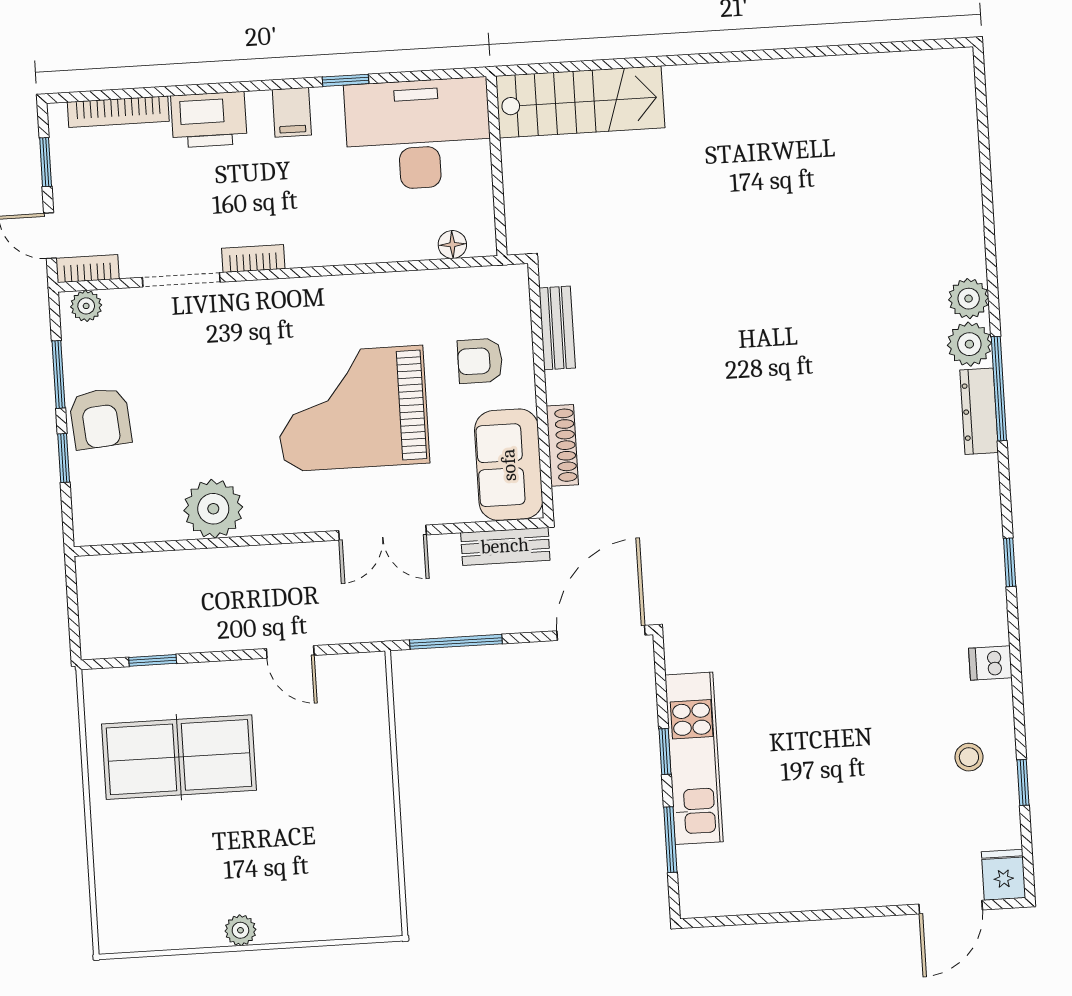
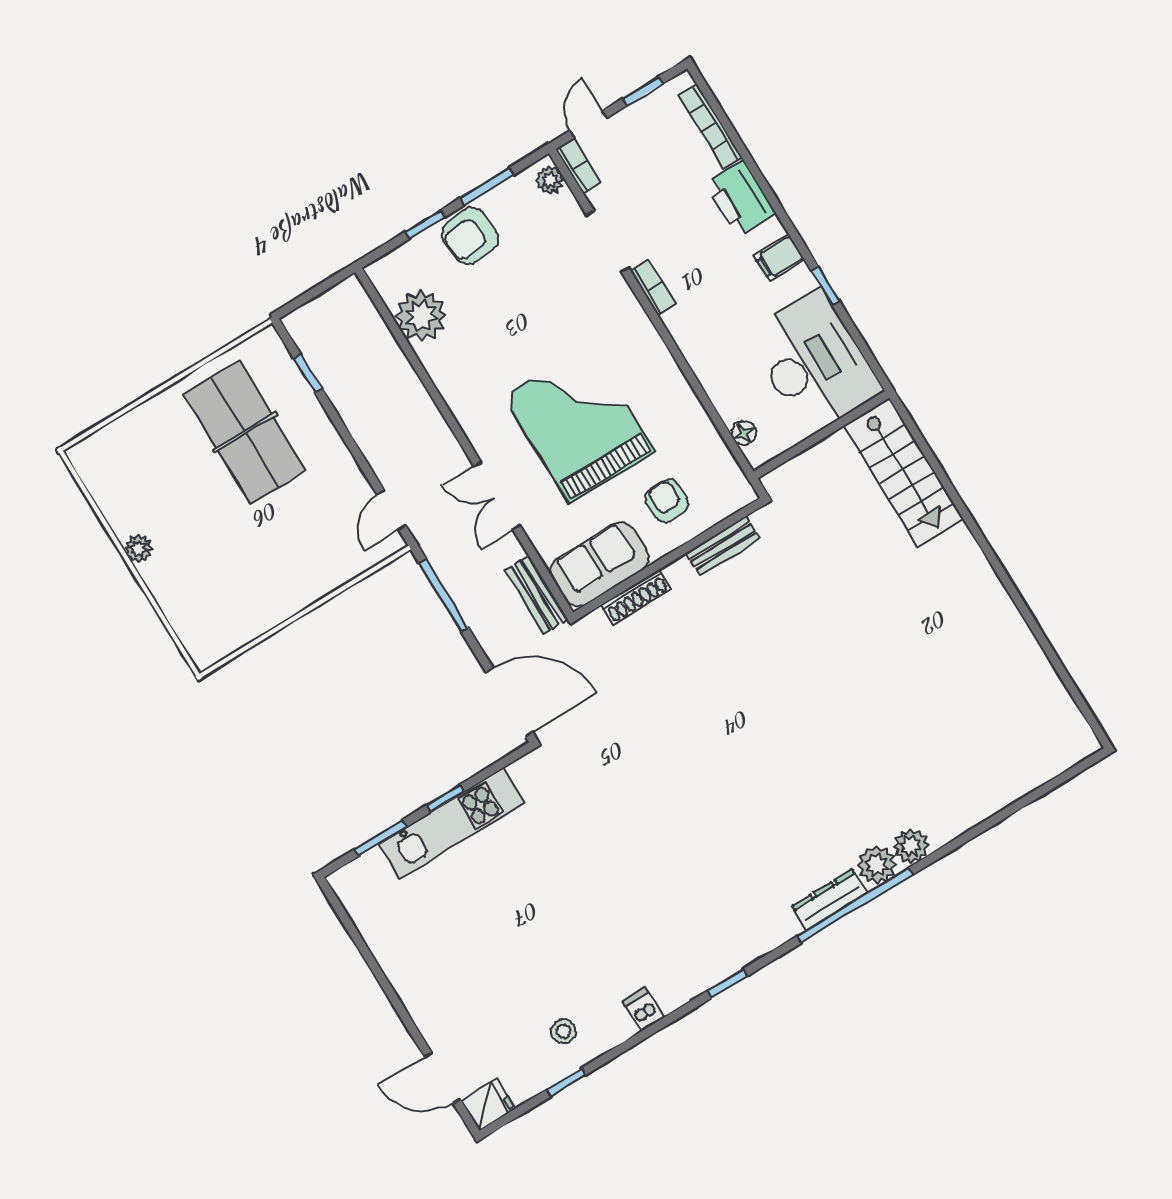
window: (999, 389) -> (855, 905), width x1.46
plant: (213, 509) -> (421, 316), moved
door: (290, 652) -> (391, 510), moved

